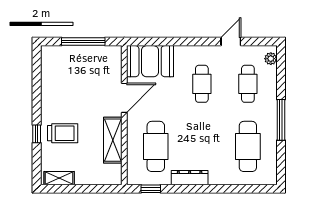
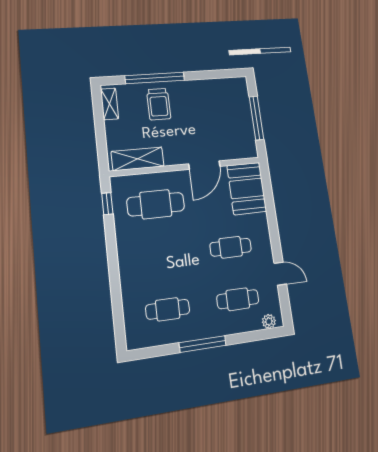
door: (124, 98) -> (204, 165), hinge flipped
window: (37, 134) -> (155, 78), width x3.17
shelving: (113, 140) -> (138, 159), moved
cafe table: (248, 146) -> (168, 309), width x0.73, depth x0.74
dresser: (190, 178) -> (124, 246), removed

